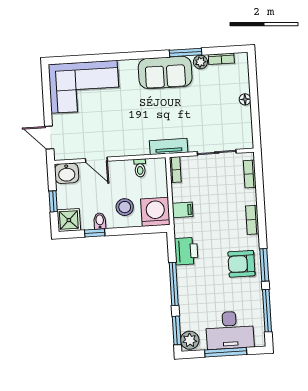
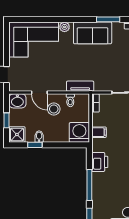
plant: (200, 62) -> (64, 27), moved
tv unit: (169, 147) -> (80, 86), moved
stool: (125, 207) -> (54, 109), moved

